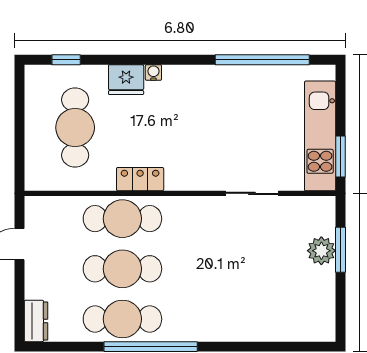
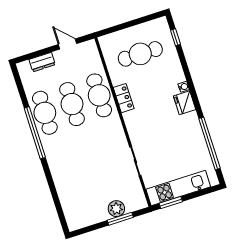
fridge: (126, 80) -> (185, 103), moved
dresser: (36, 321) -> (42, 62), moved

